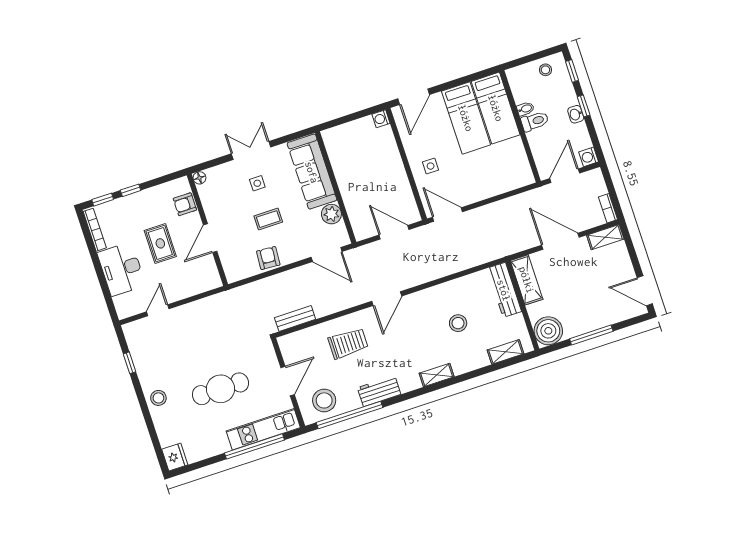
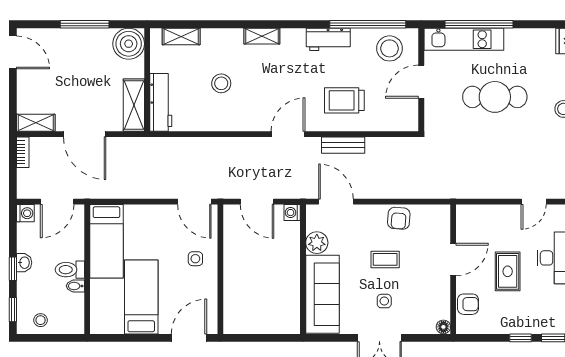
bed: (496, 108) -> (106, 241), moved, turned 180
washing machine: (381, 119) -> (292, 213), moved, turned 180
bench: (295, 319) -> (343, 145), moved

